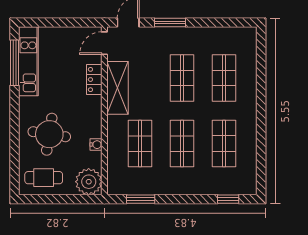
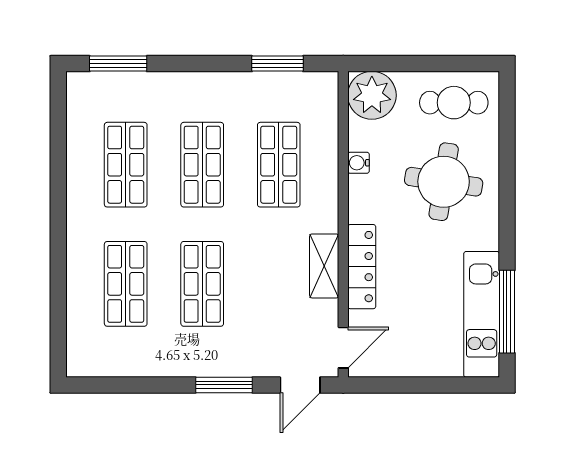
locker: (94, 80) -> (362, 267), width x1.53
shelving: (118, 88) -> (324, 266), width x0.67, depth x0.75
window: (228, 199) -> (118, 64), width x1.50

